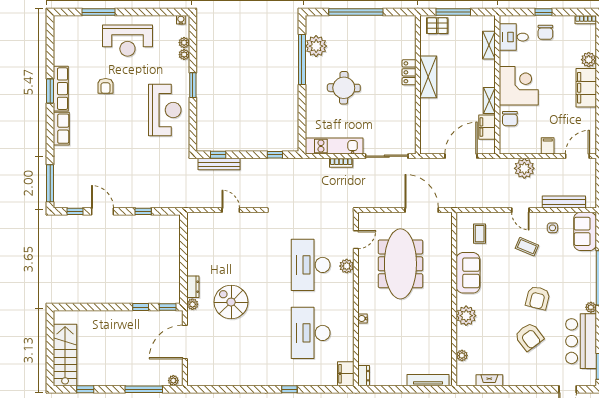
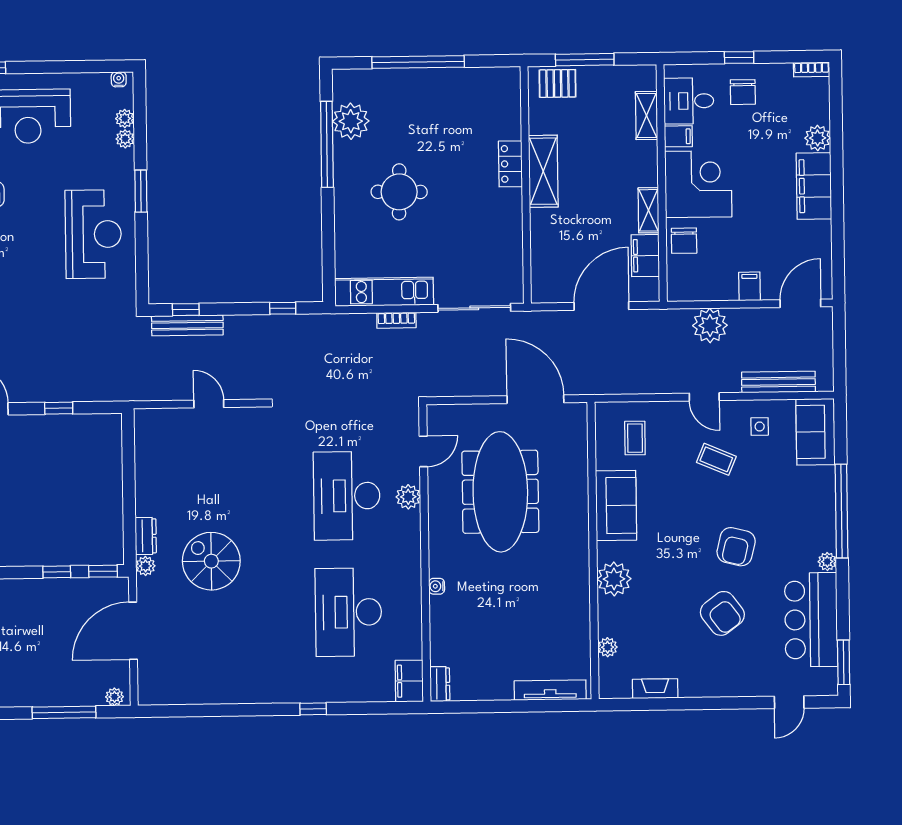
filing cabinet: (507, 58) -> (678, 136), added

